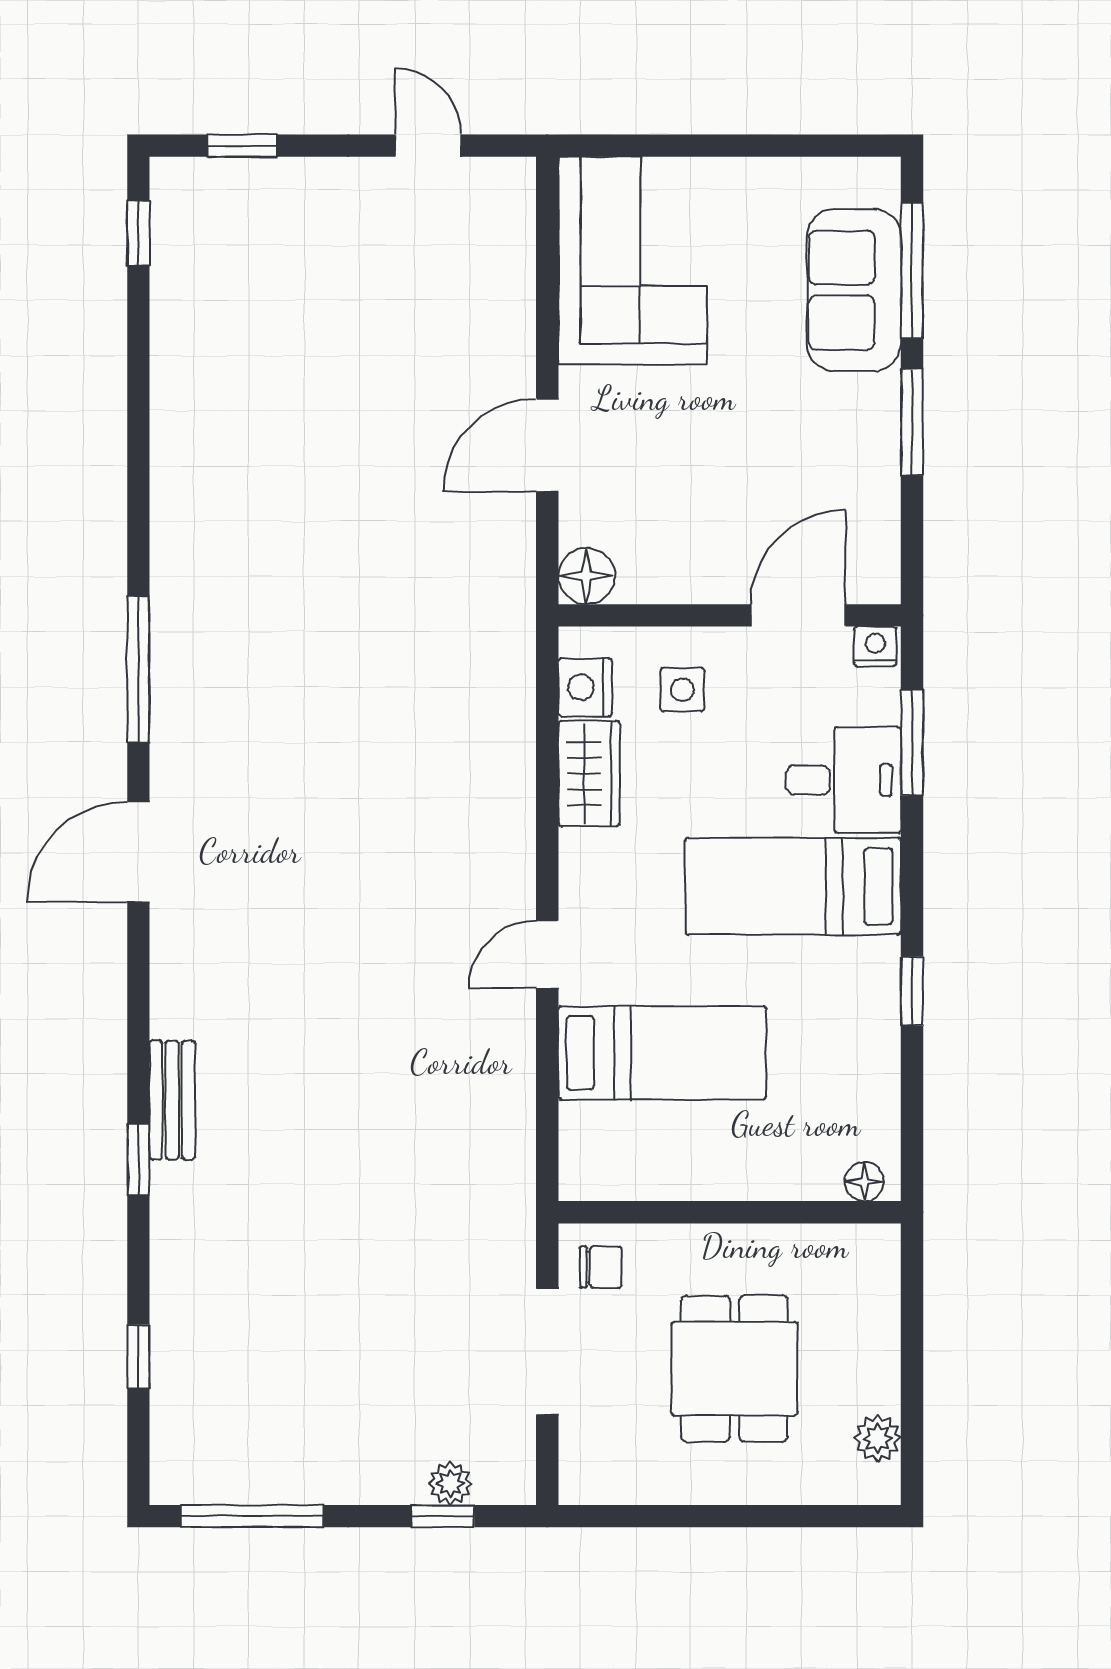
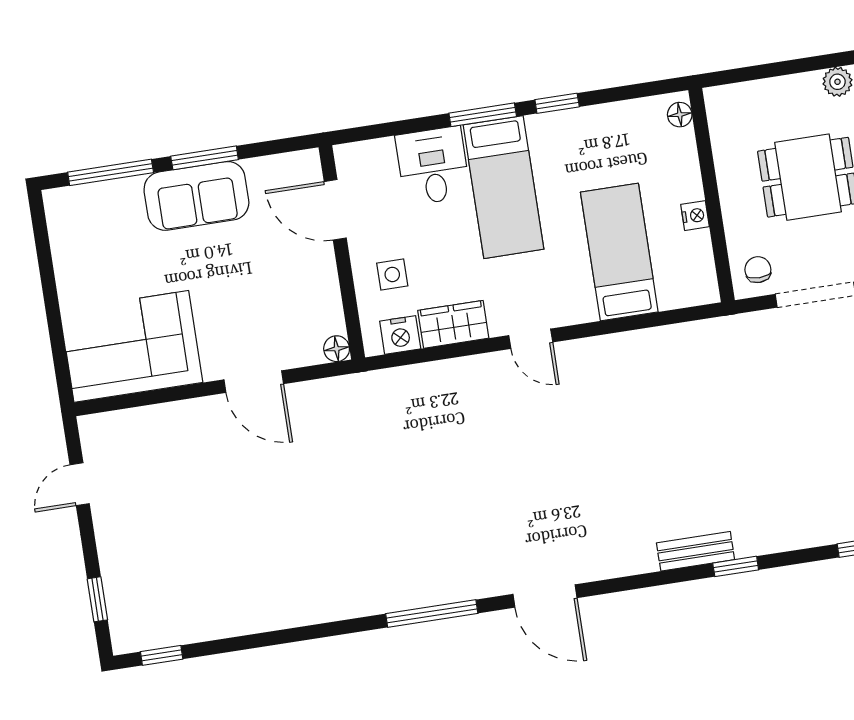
sofa: (854, 290) -> (196, 196), moved
floor lamp: (587, 576) -> (337, 349), width x0.73, depth x0.73
nightstand: (875, 646) -> (695, 216), moved, turned 180
window: (912, 742) -> (483, 115), moved
door: (547, 954) -> (531, 339), moved

